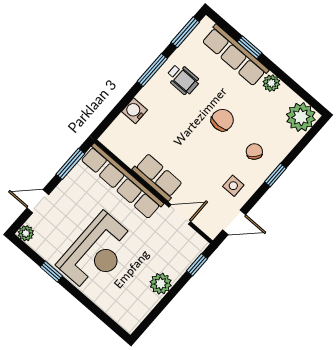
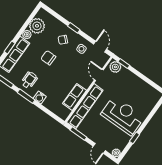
water cooler: (134, 111) -> (40, 97), moved
plant: (301, 117) -> (37, 26), moved
row of seats: (158, 177) -> (75, 97), moved
plant: (161, 284) -> (115, 67), moved

